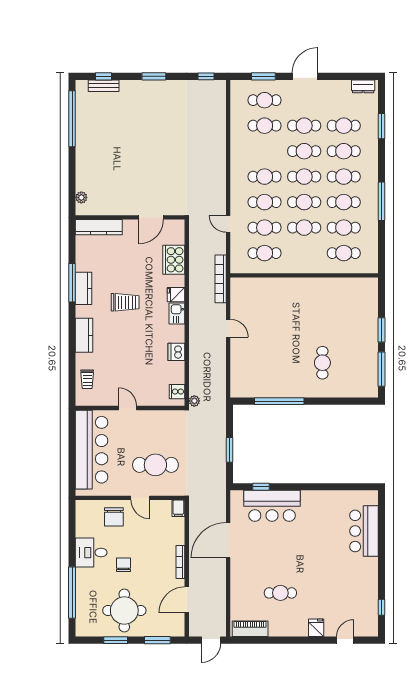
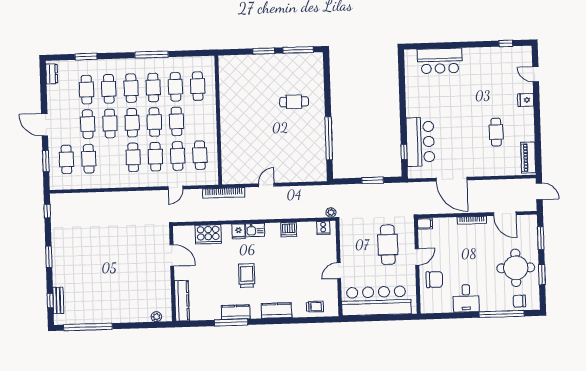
chair: (124, 565) -> (519, 301), moved

